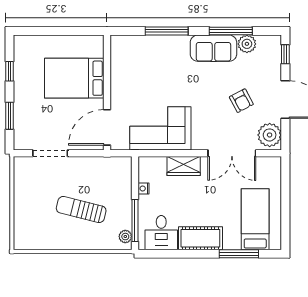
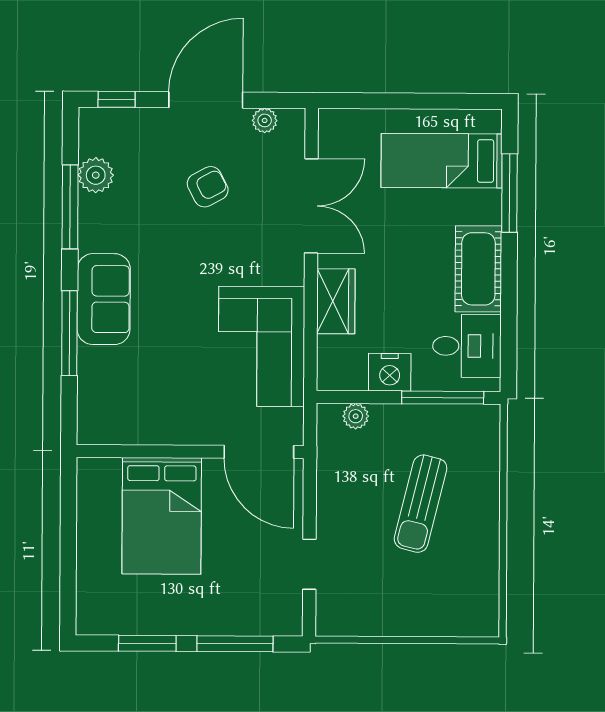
sofa: (213, 48) -> (104, 299), moved
window: (10, 71) -> (147, 643), width x1.50
window: (10, 116) -> (235, 644), width x1.44
plant: (270, 135) -> (265, 120), width x0.53, depth x0.53
doorway: (50, 153) -> (309, 564), width x0.73
nightstand: (143, 188) -> (390, 372), width x1.89, depth x1.79
plant: (125, 237) -> (356, 416), moved

